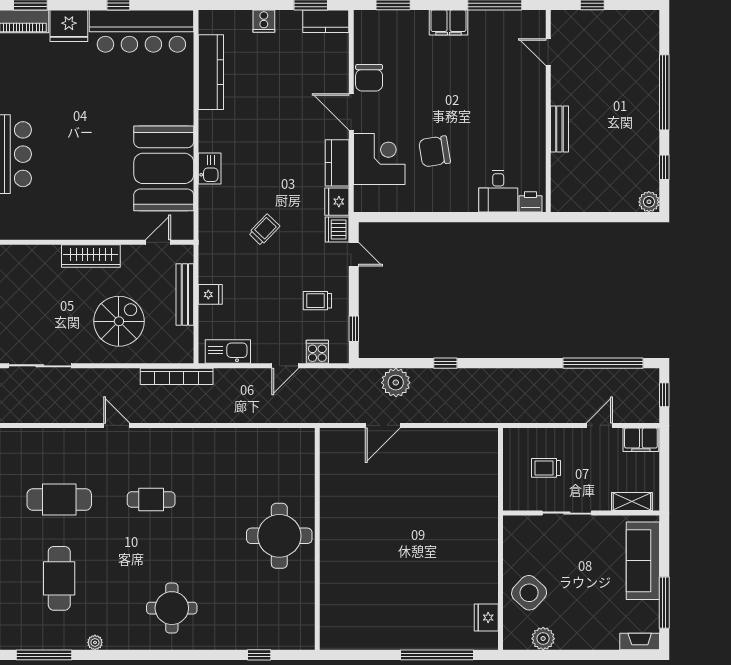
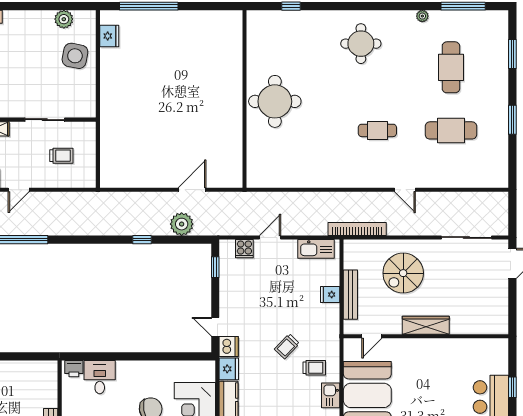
trolley: (317, 301) -> (314, 368), moved
side table: (529, 593) -> (75, 56), turned -31

